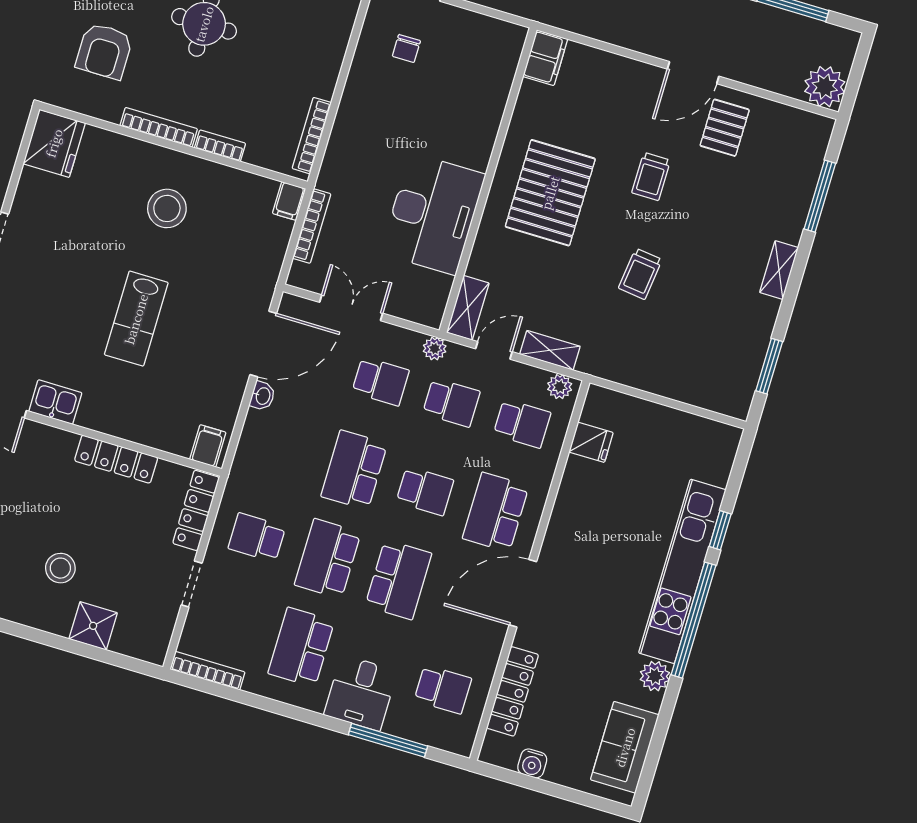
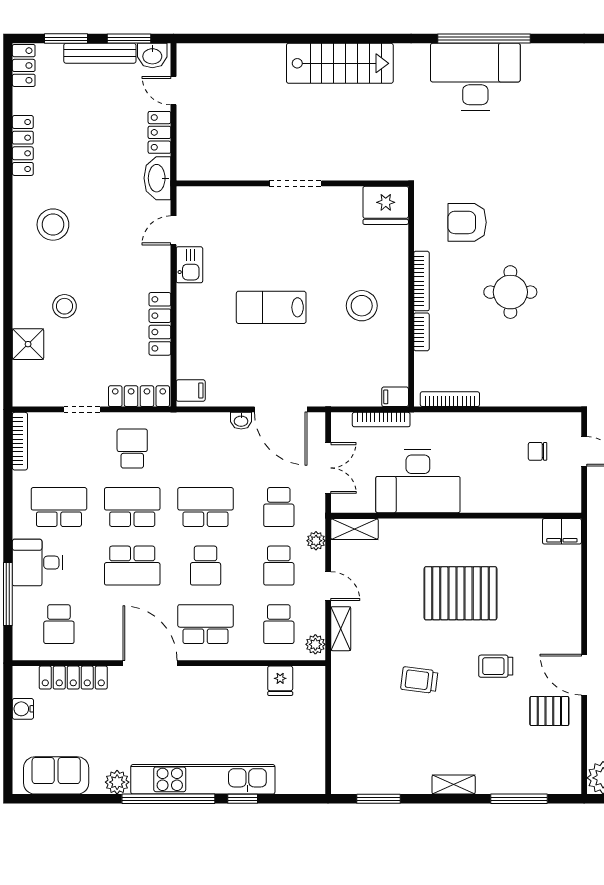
filing cabinet: (545, 58) -> (562, 531), moved
wall: (488, 180) -> (456, 516), moved
desk: (433, 214) -> (418, 481), moved
shelving: (468, 308) -> (354, 529), moved

